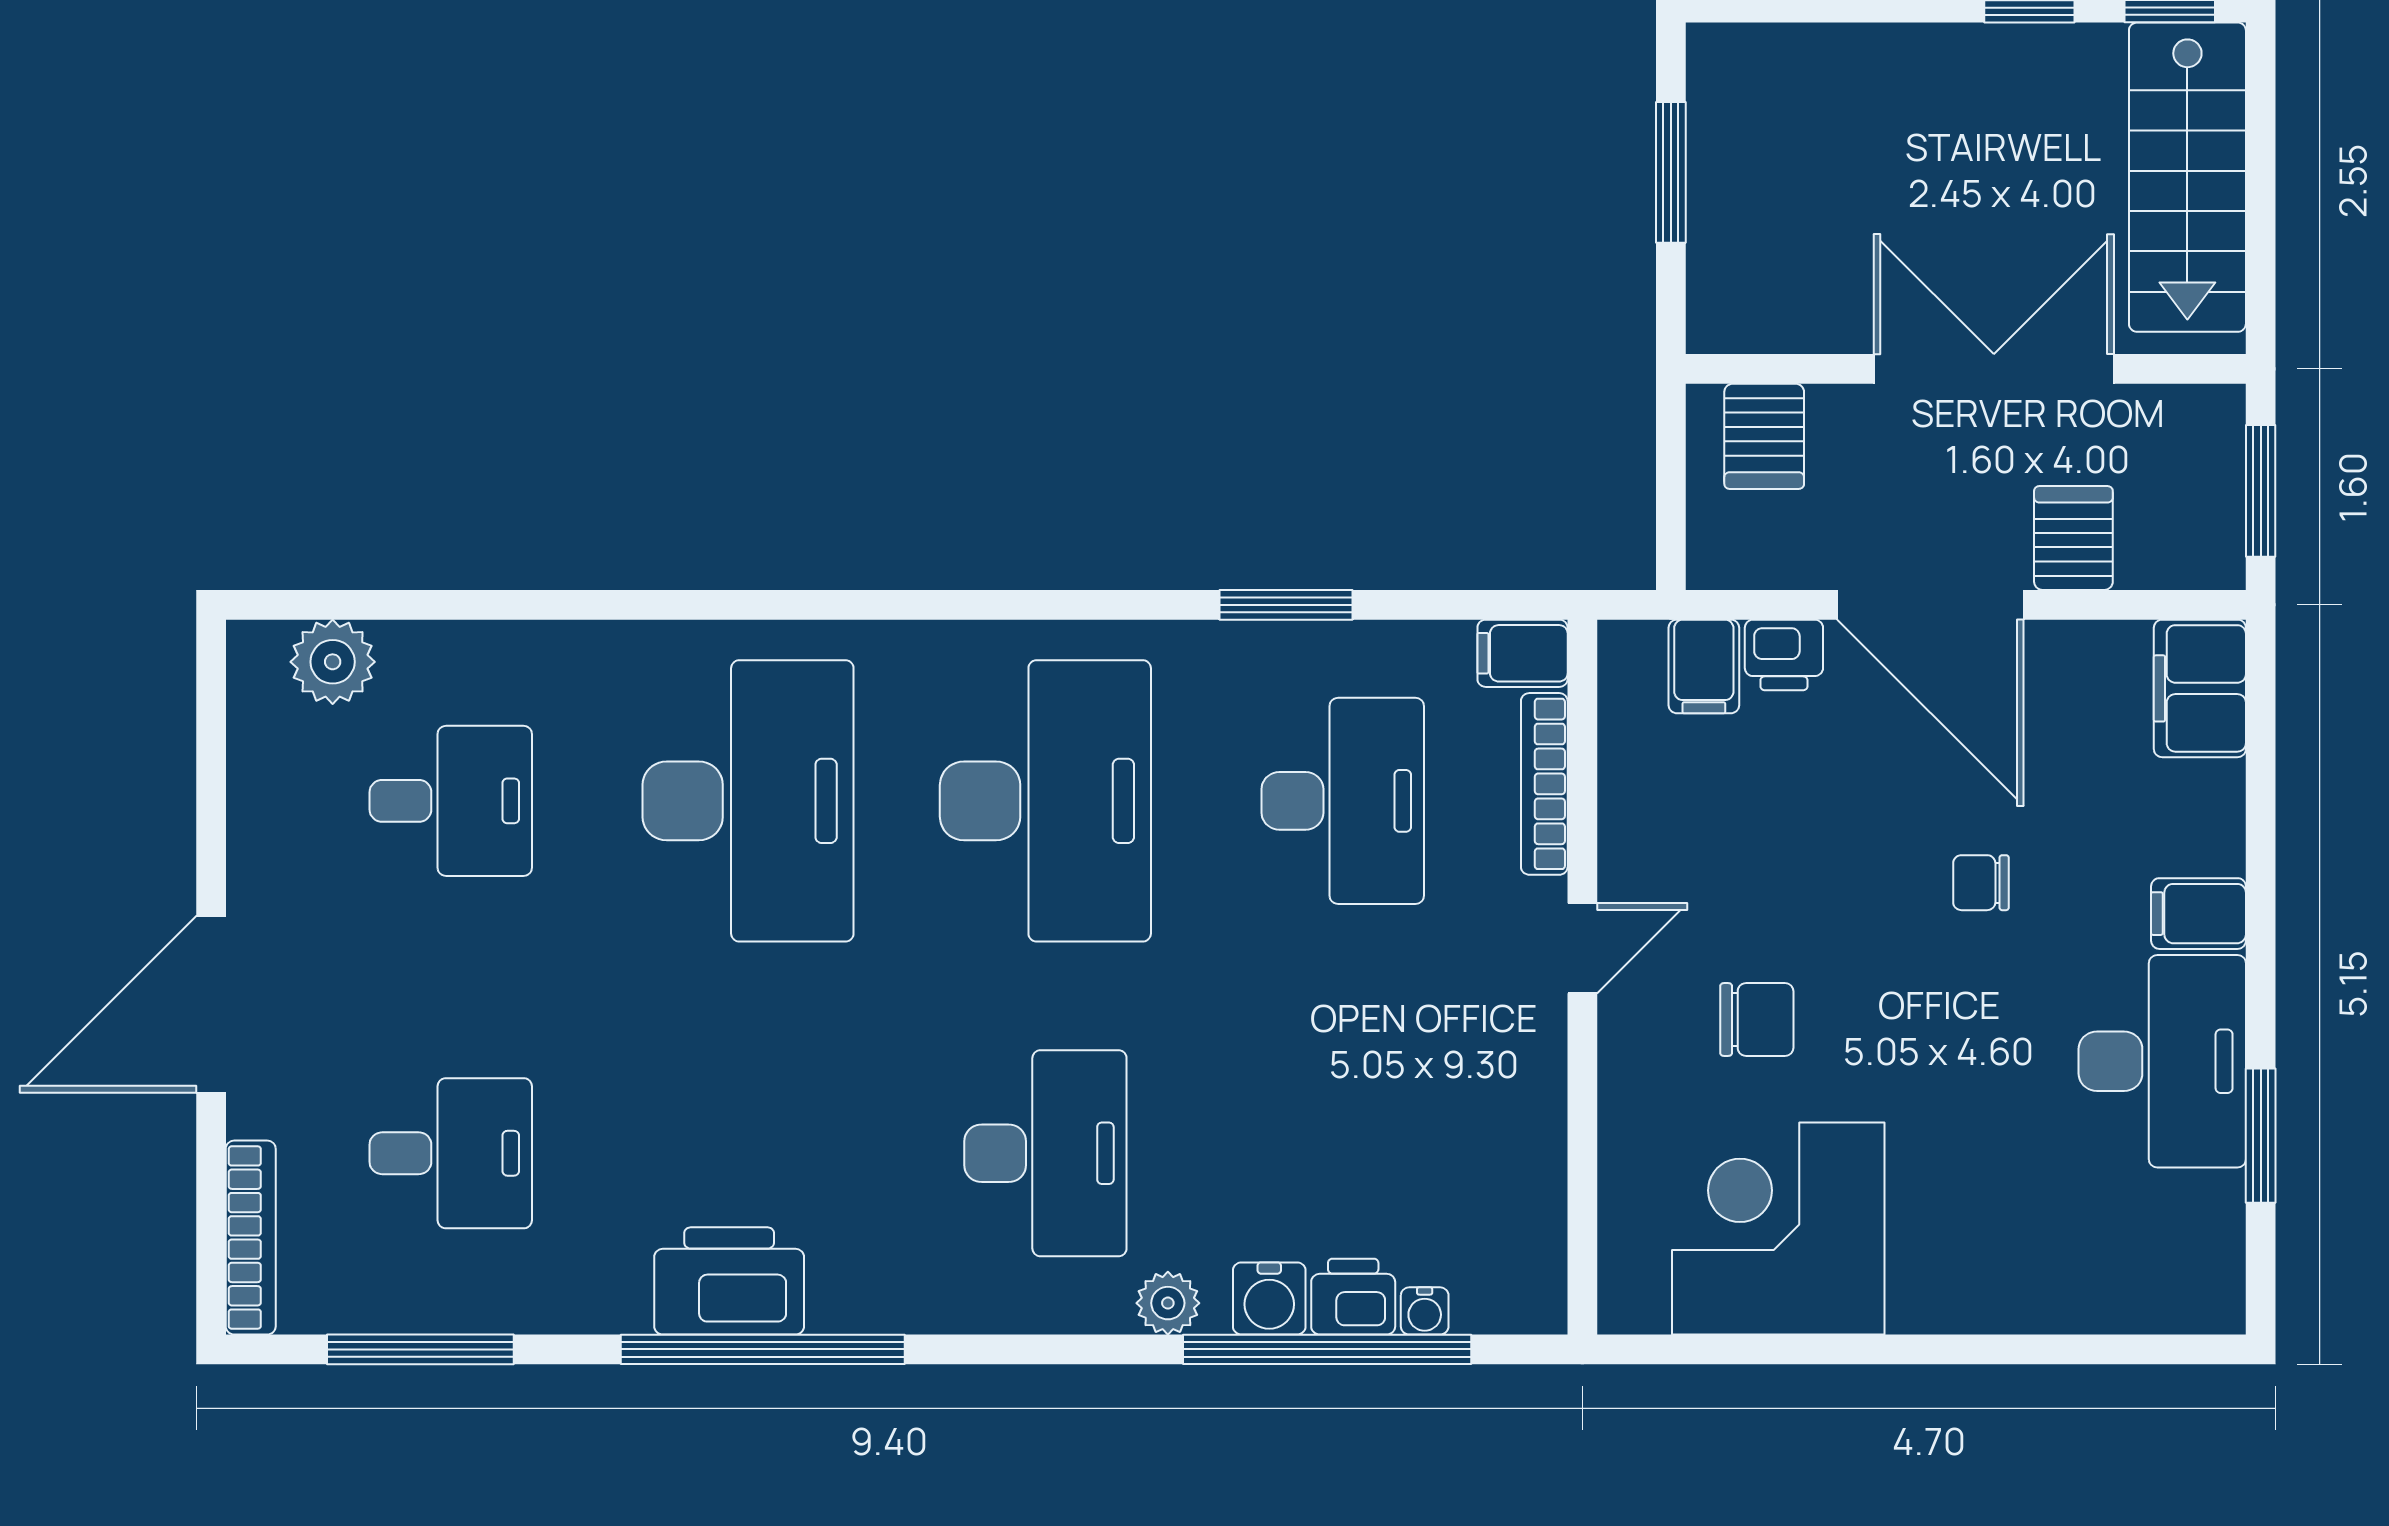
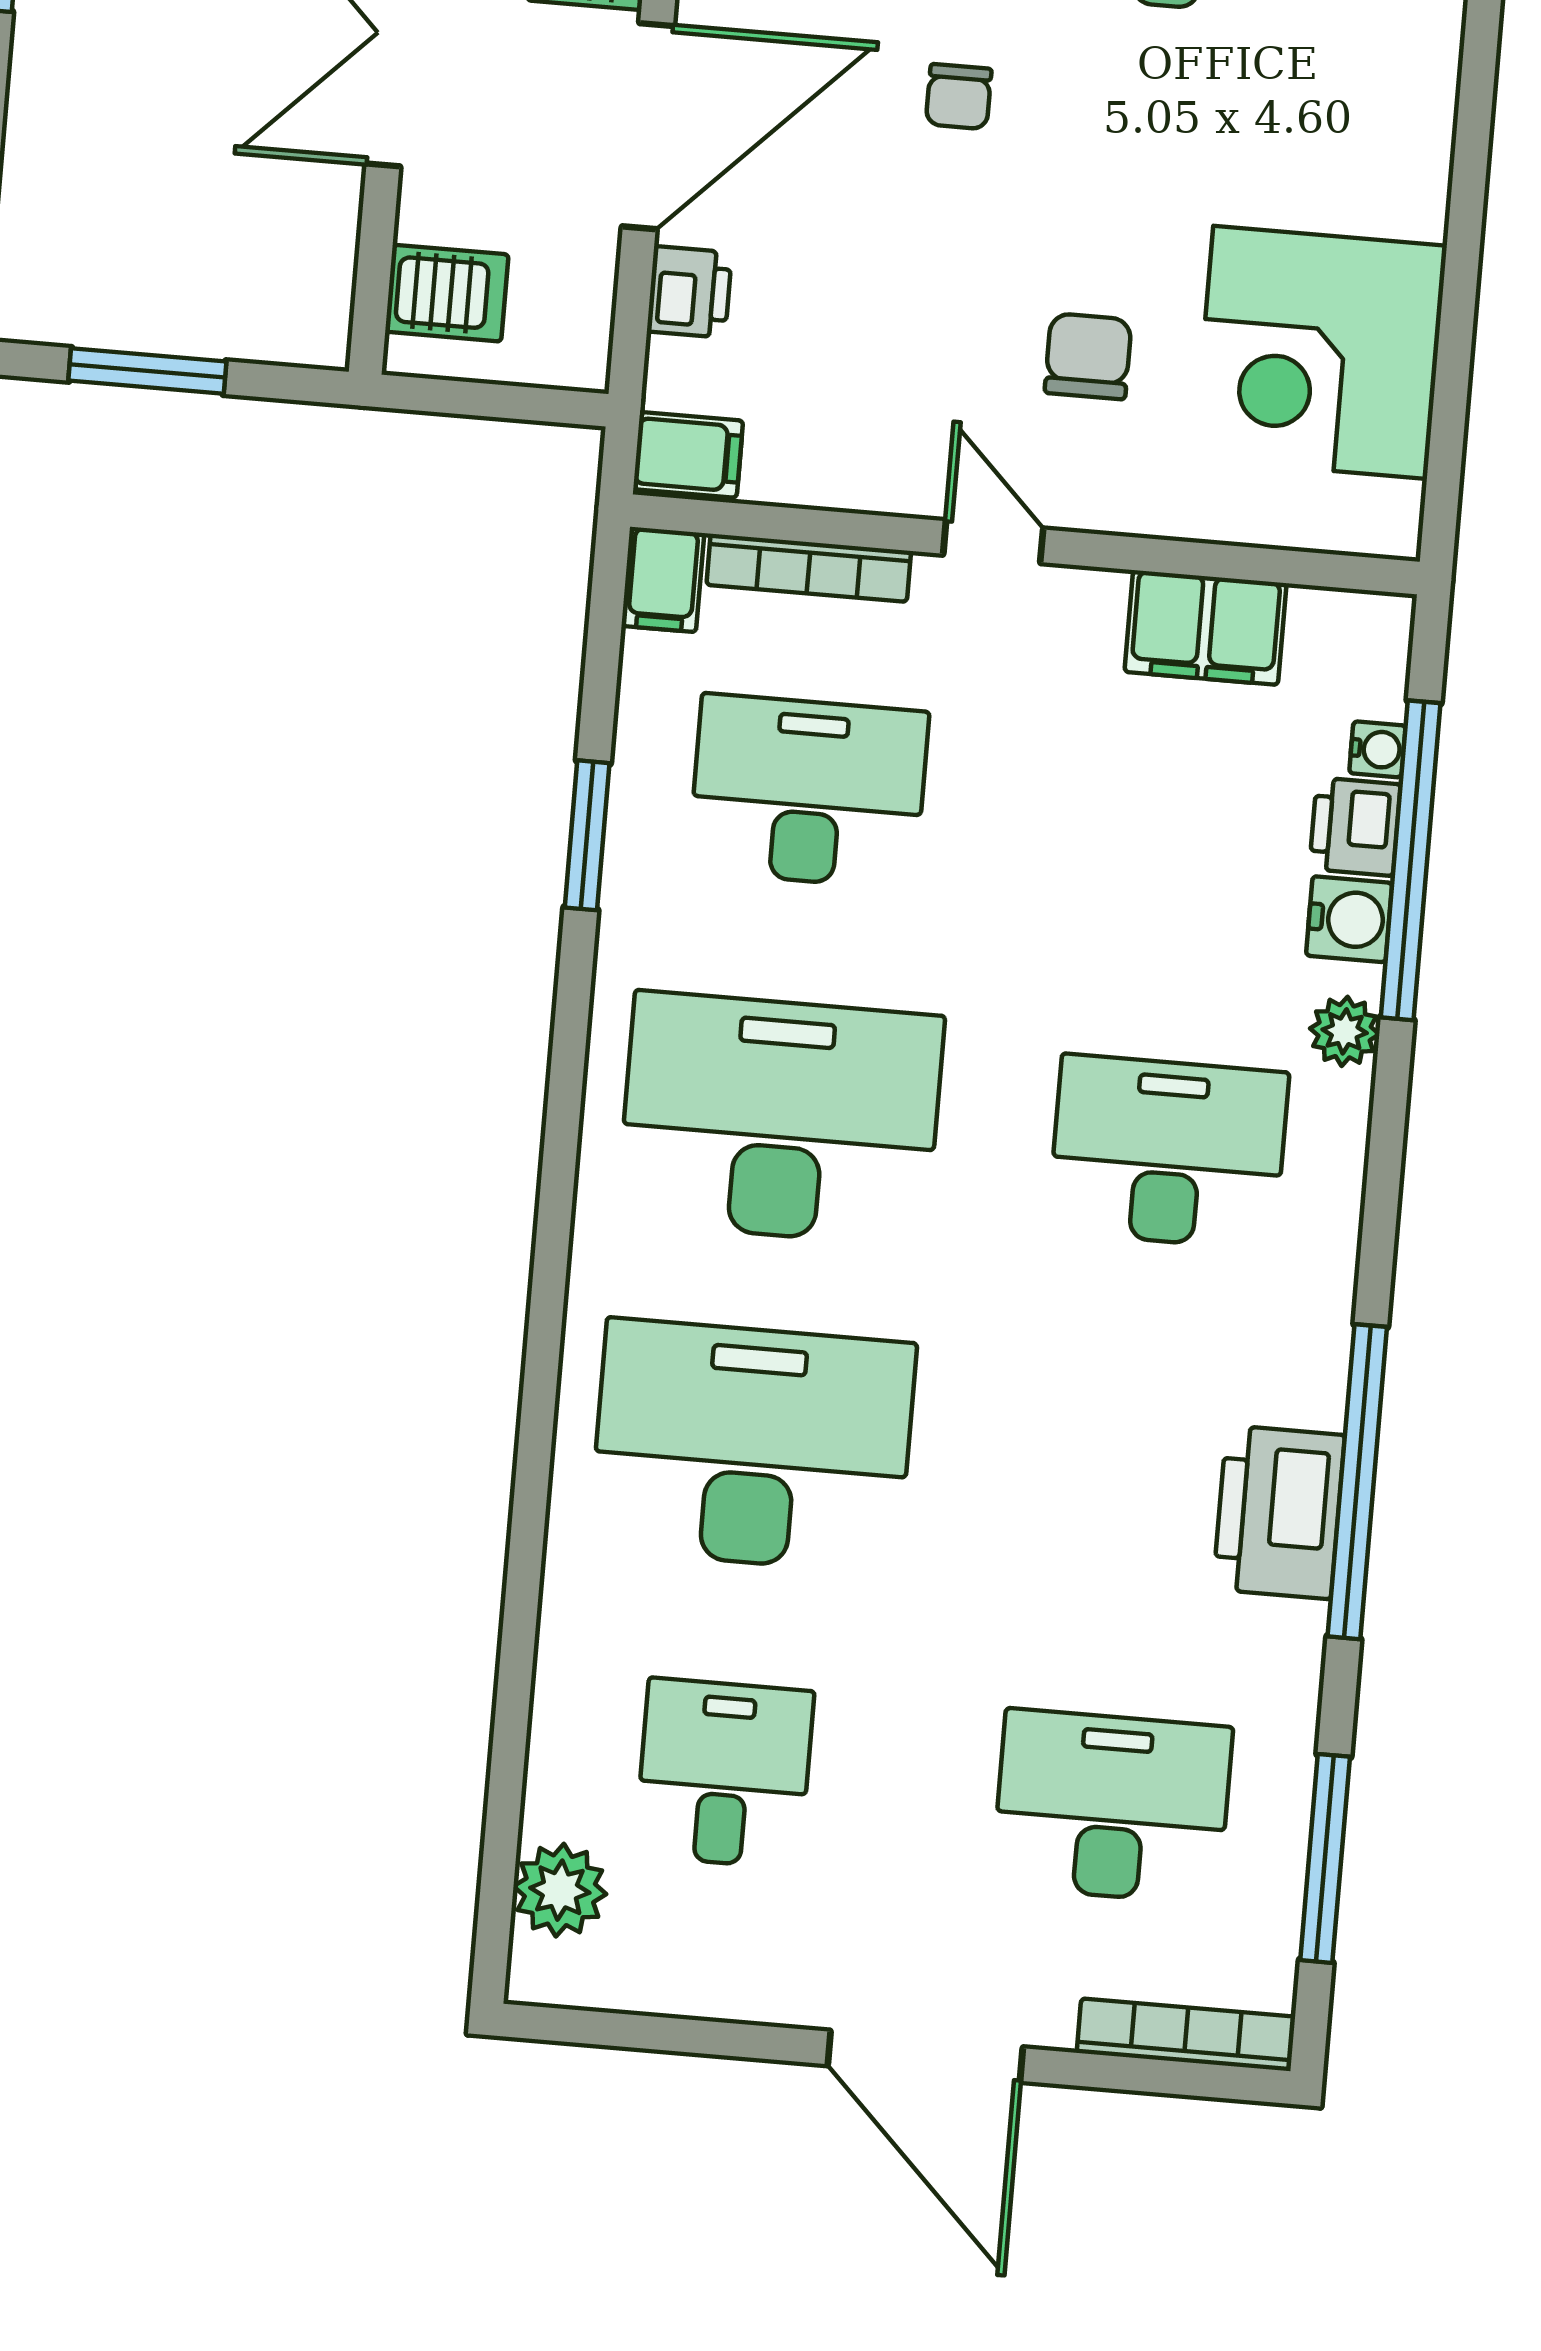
filing cabinet: (1704, 666) -> (688, 455), moved
filing cabinet: (1521, 1146) -> (1206, 628), added
desk: (451, 1153) -> (1112, 1807), width x1.37

